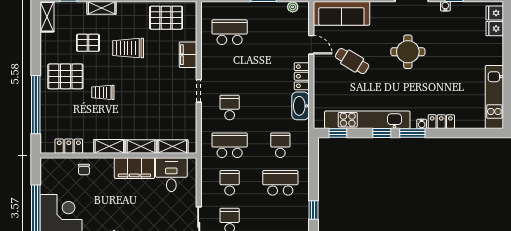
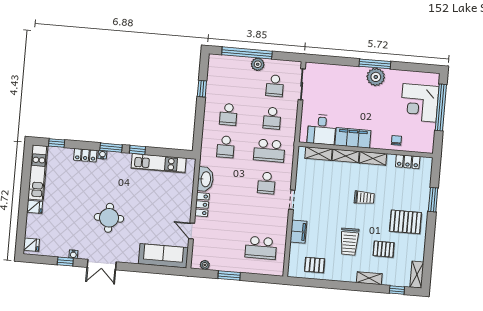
pallet: (166, 18) -> (315, 265), width x0.67, depth x0.71
fridge: (495, 29) -> (35, 207), moved
trolley: (128, 48) -> (349, 242), turned 90
cafe table: (352, 61) -> (158, 214), removed
trolley: (103, 92) -> (364, 198), moved
window: (36, 105) -> (433, 200), width x0.47
kitchen unit: (367, 120) -> (159, 163), width x0.73
window: (338, 133) -> (57, 143), moved
school desk: (280, 183) -> (228, 114), width x0.54

